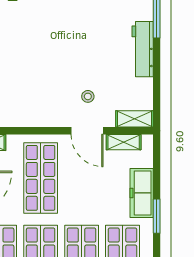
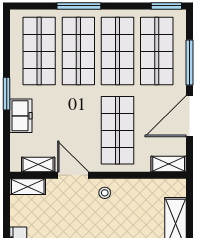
stool: (88, 96) -> (105, 193), moved
freezer: (142, 193) -> (21, 116), width x0.71

